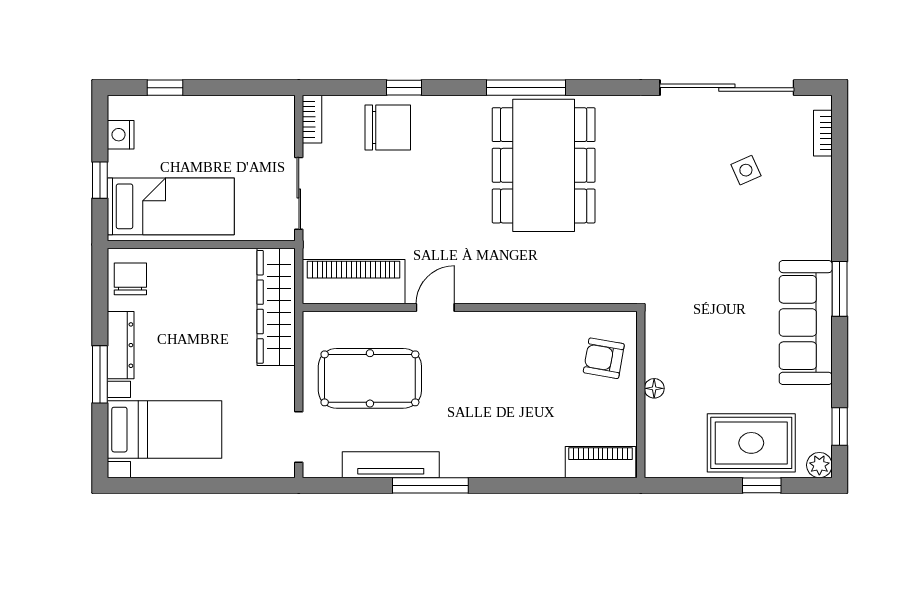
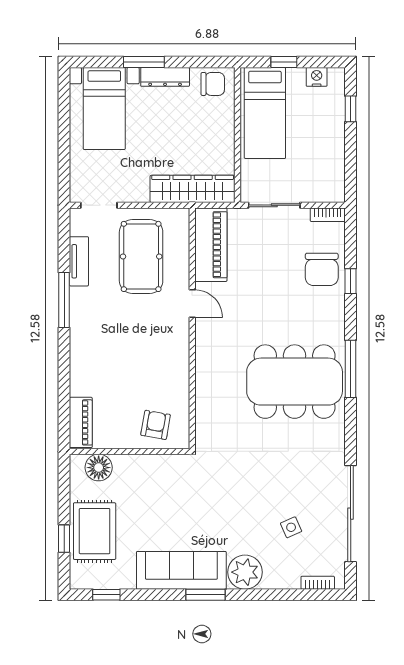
floor lamp: (654, 388) -> (99, 468), moved, width x1.89, depth x1.89
tv unit: (391, 465) -> (79, 261), width x0.71
plant: (819, 465) -> (245, 572), moved, width x1.88, depth x1.88

